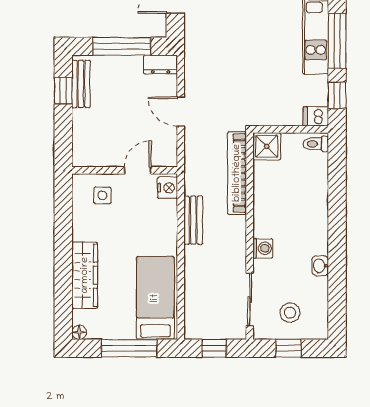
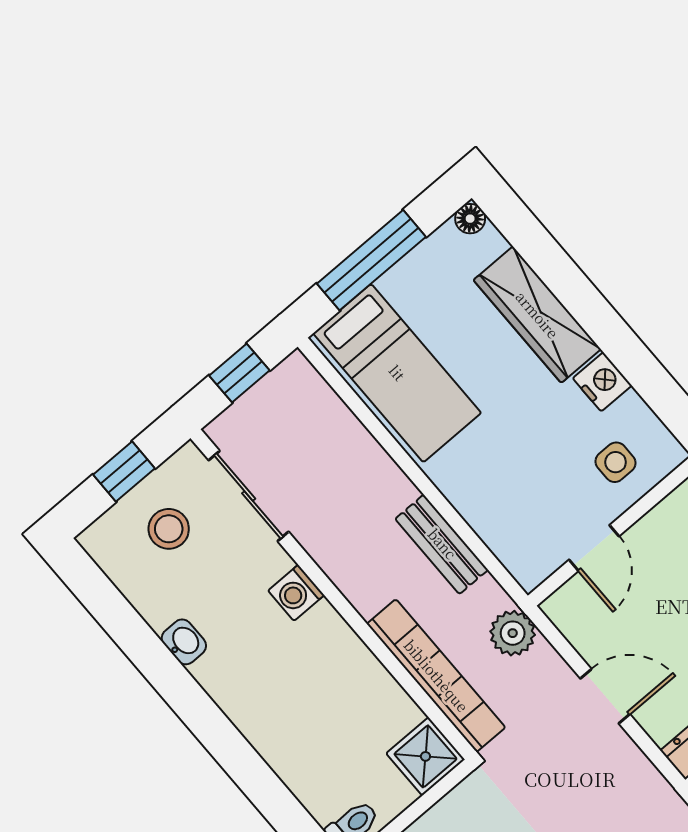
plant: (195, 165) -> (513, 633), added
nightstand: (168, 188) -> (602, 382), moved, turned 180

